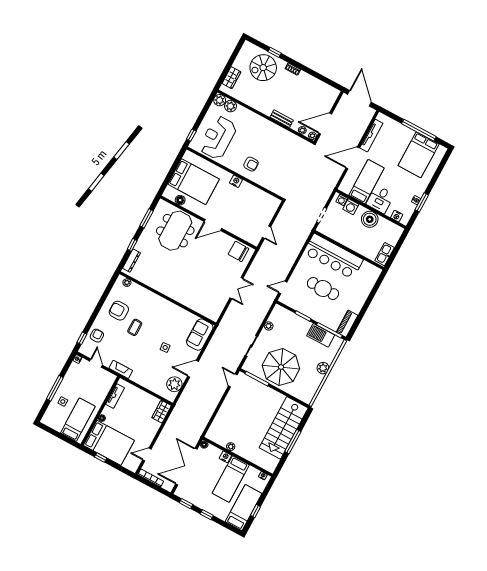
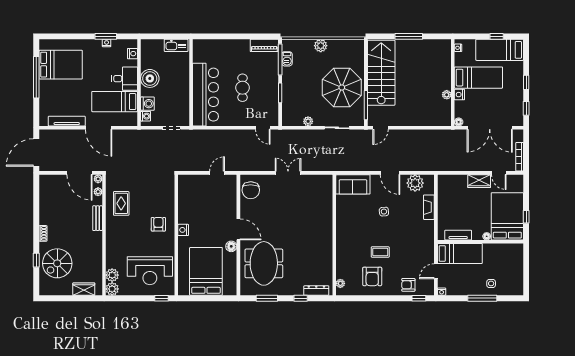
spiral stairs: (263, 68) -> (57, 263), turned 90
rug: (283, 144) -> (121, 203), added
floor lamp: (180, 200) -> (231, 246), moved
meeting table: (175, 231) -> (264, 263), turned 90
cafe table: (323, 289) -> (243, 88), width x0.73, depth x0.74
barbecue: (321, 335) -> (287, 59), width x0.53, depth x0.65
fireplace: (121, 369) -> (429, 207), moved
wardrobe: (162, 412) -> (479, 181), moved
bed: (78, 420) -> (460, 254), moved, turned 180
stairs: (284, 428) -> (381, 73), moved, turned -90

